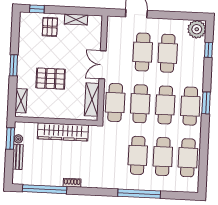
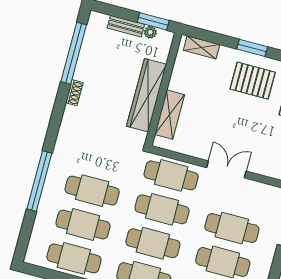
pallet: (51, 79) -> (253, 81), moved, turned 90
shelving: (92, 100) -> (170, 115), moved, turned 90

